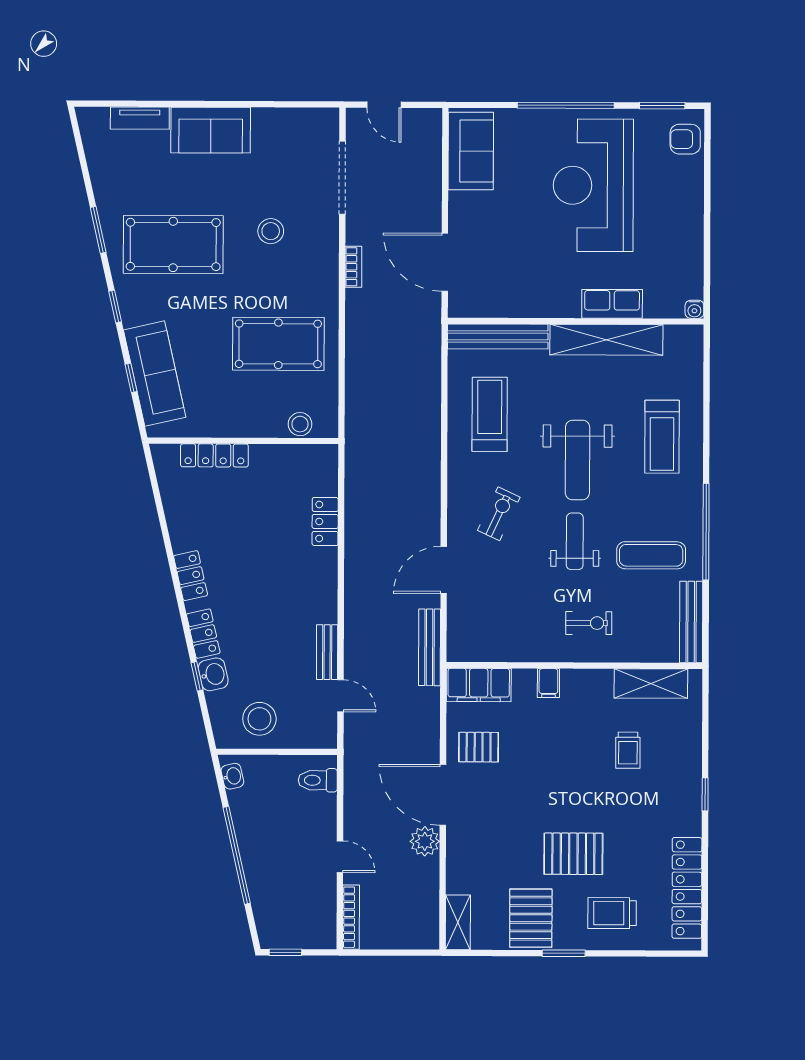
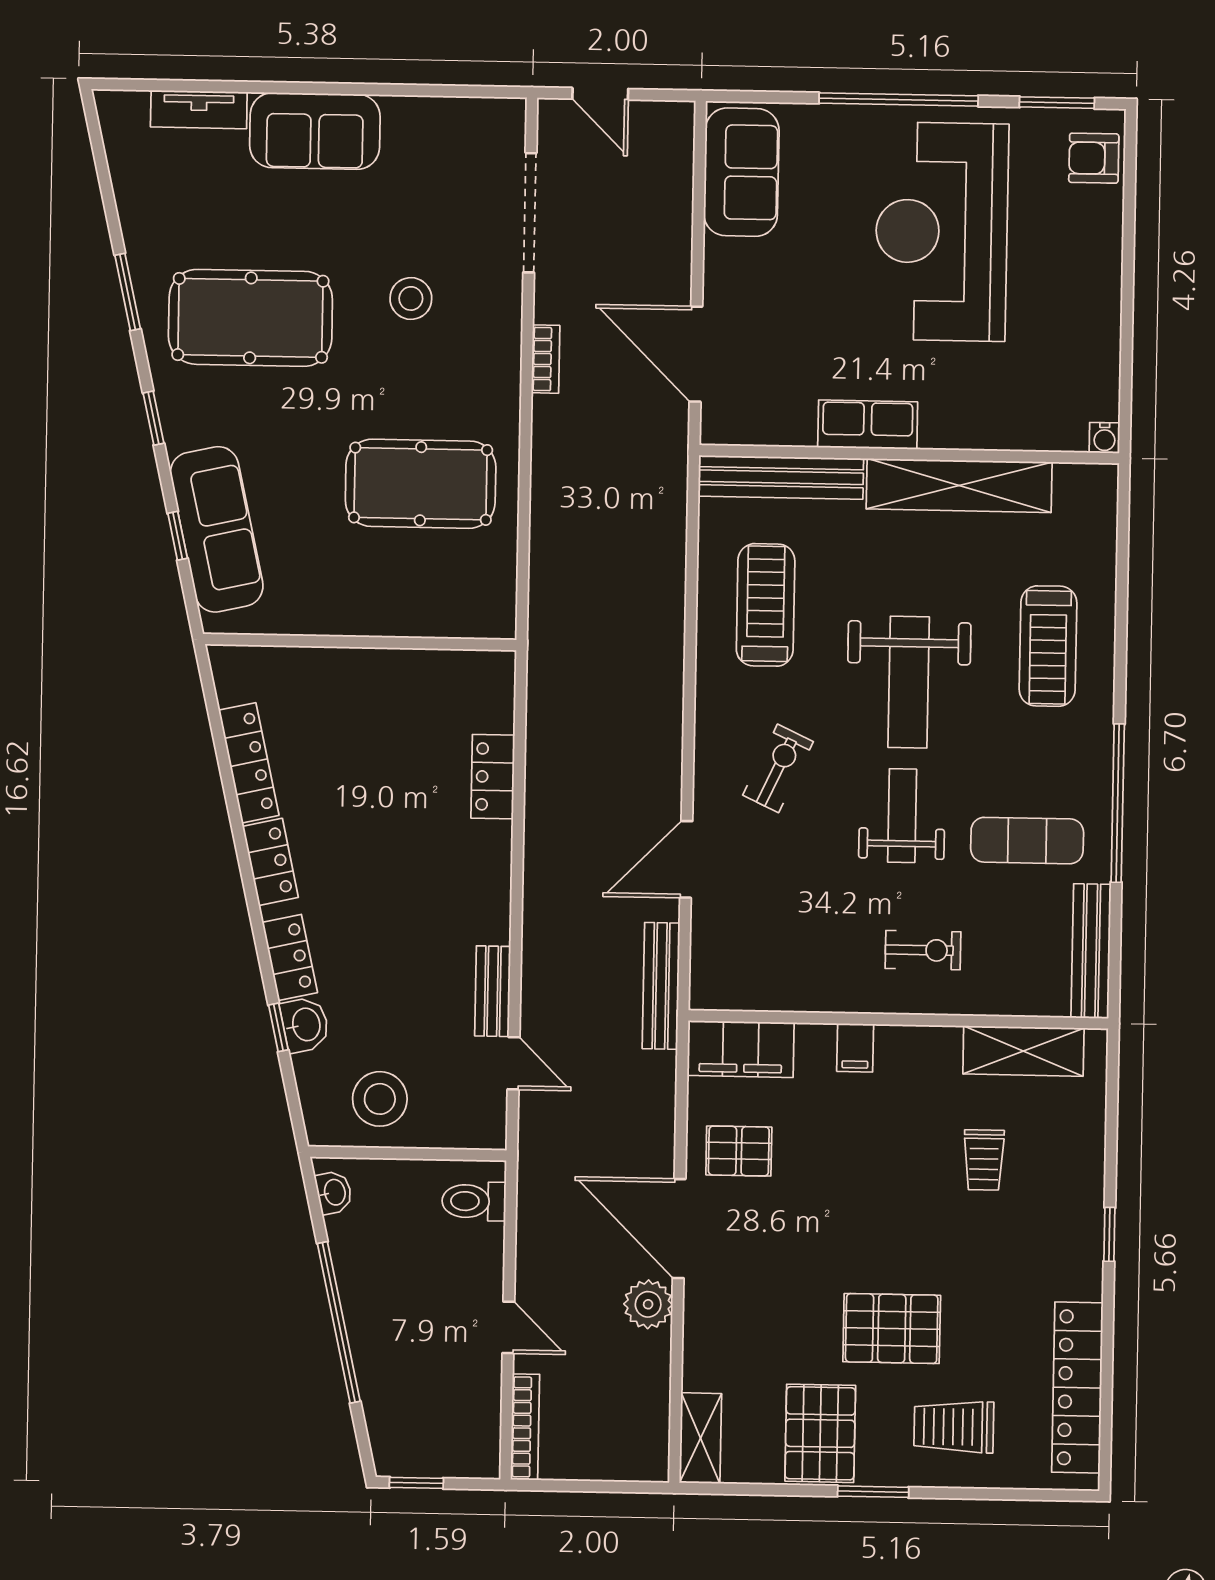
row of seats: (612, 304) -> (868, 425), moved
stool: (300, 424) -> (454, 616), removed
locker: (214, 455) -> (249, 763), moved, turned -103

